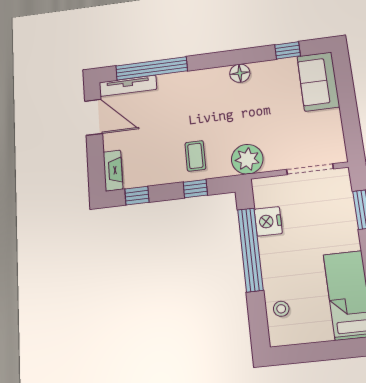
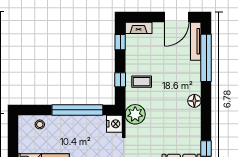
floor lamp: (240, 73) -> (194, 101), moved
nightstand: (268, 221) -> (114, 124), moved, turned 90

